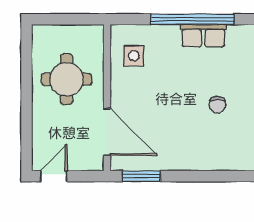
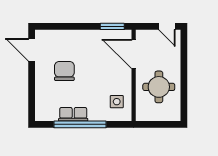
chair: (217, 105) -> (64, 71), width x1.87, depth x1.87
door: (54, 176) -> (167, 26), hinge flipped

